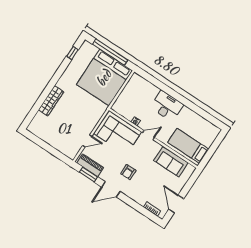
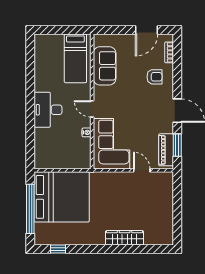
armchair: (128, 172) -> (154, 77), moved

